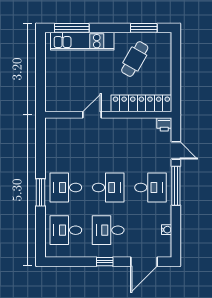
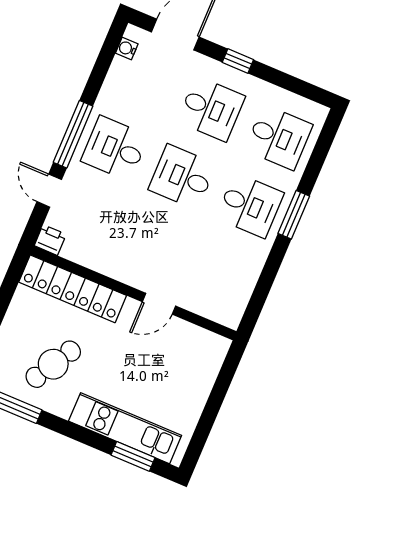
window: (72, 28) -> (133, 456), width x0.69
water cooler: (167, 230) -> (127, 48), moved

